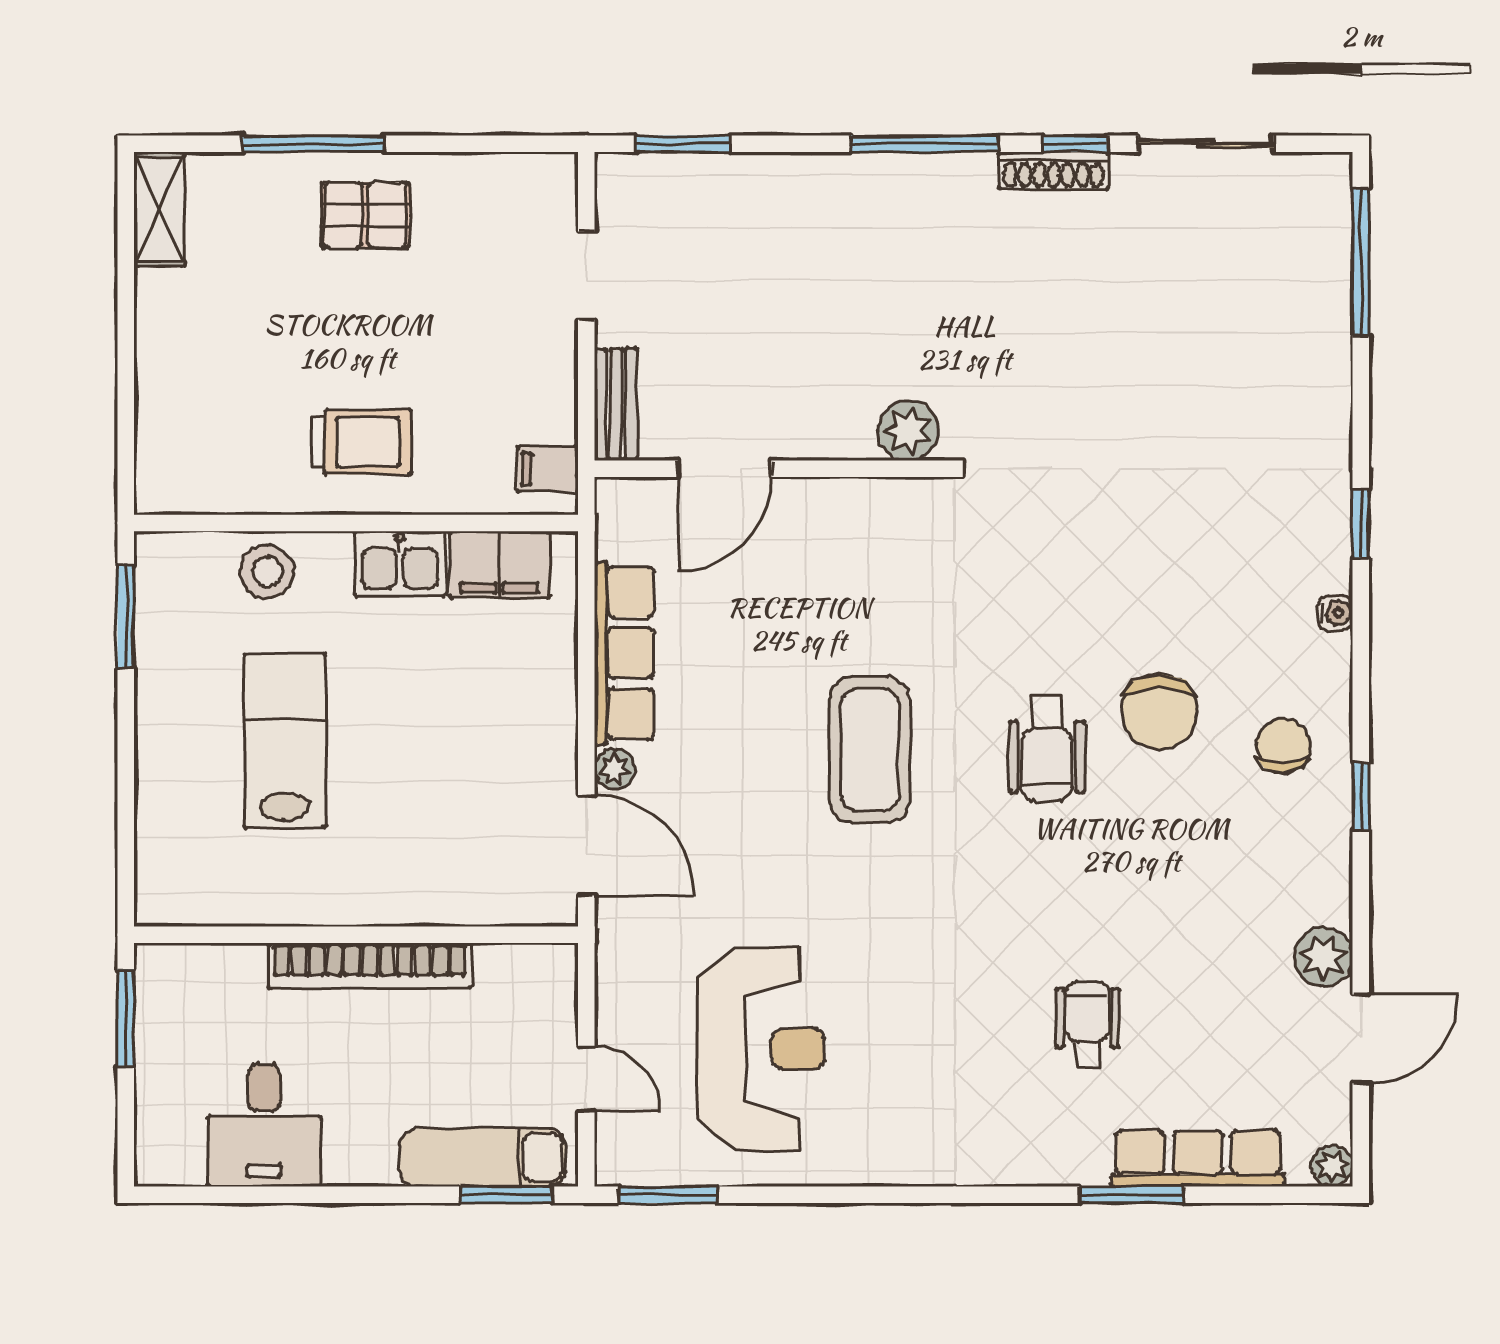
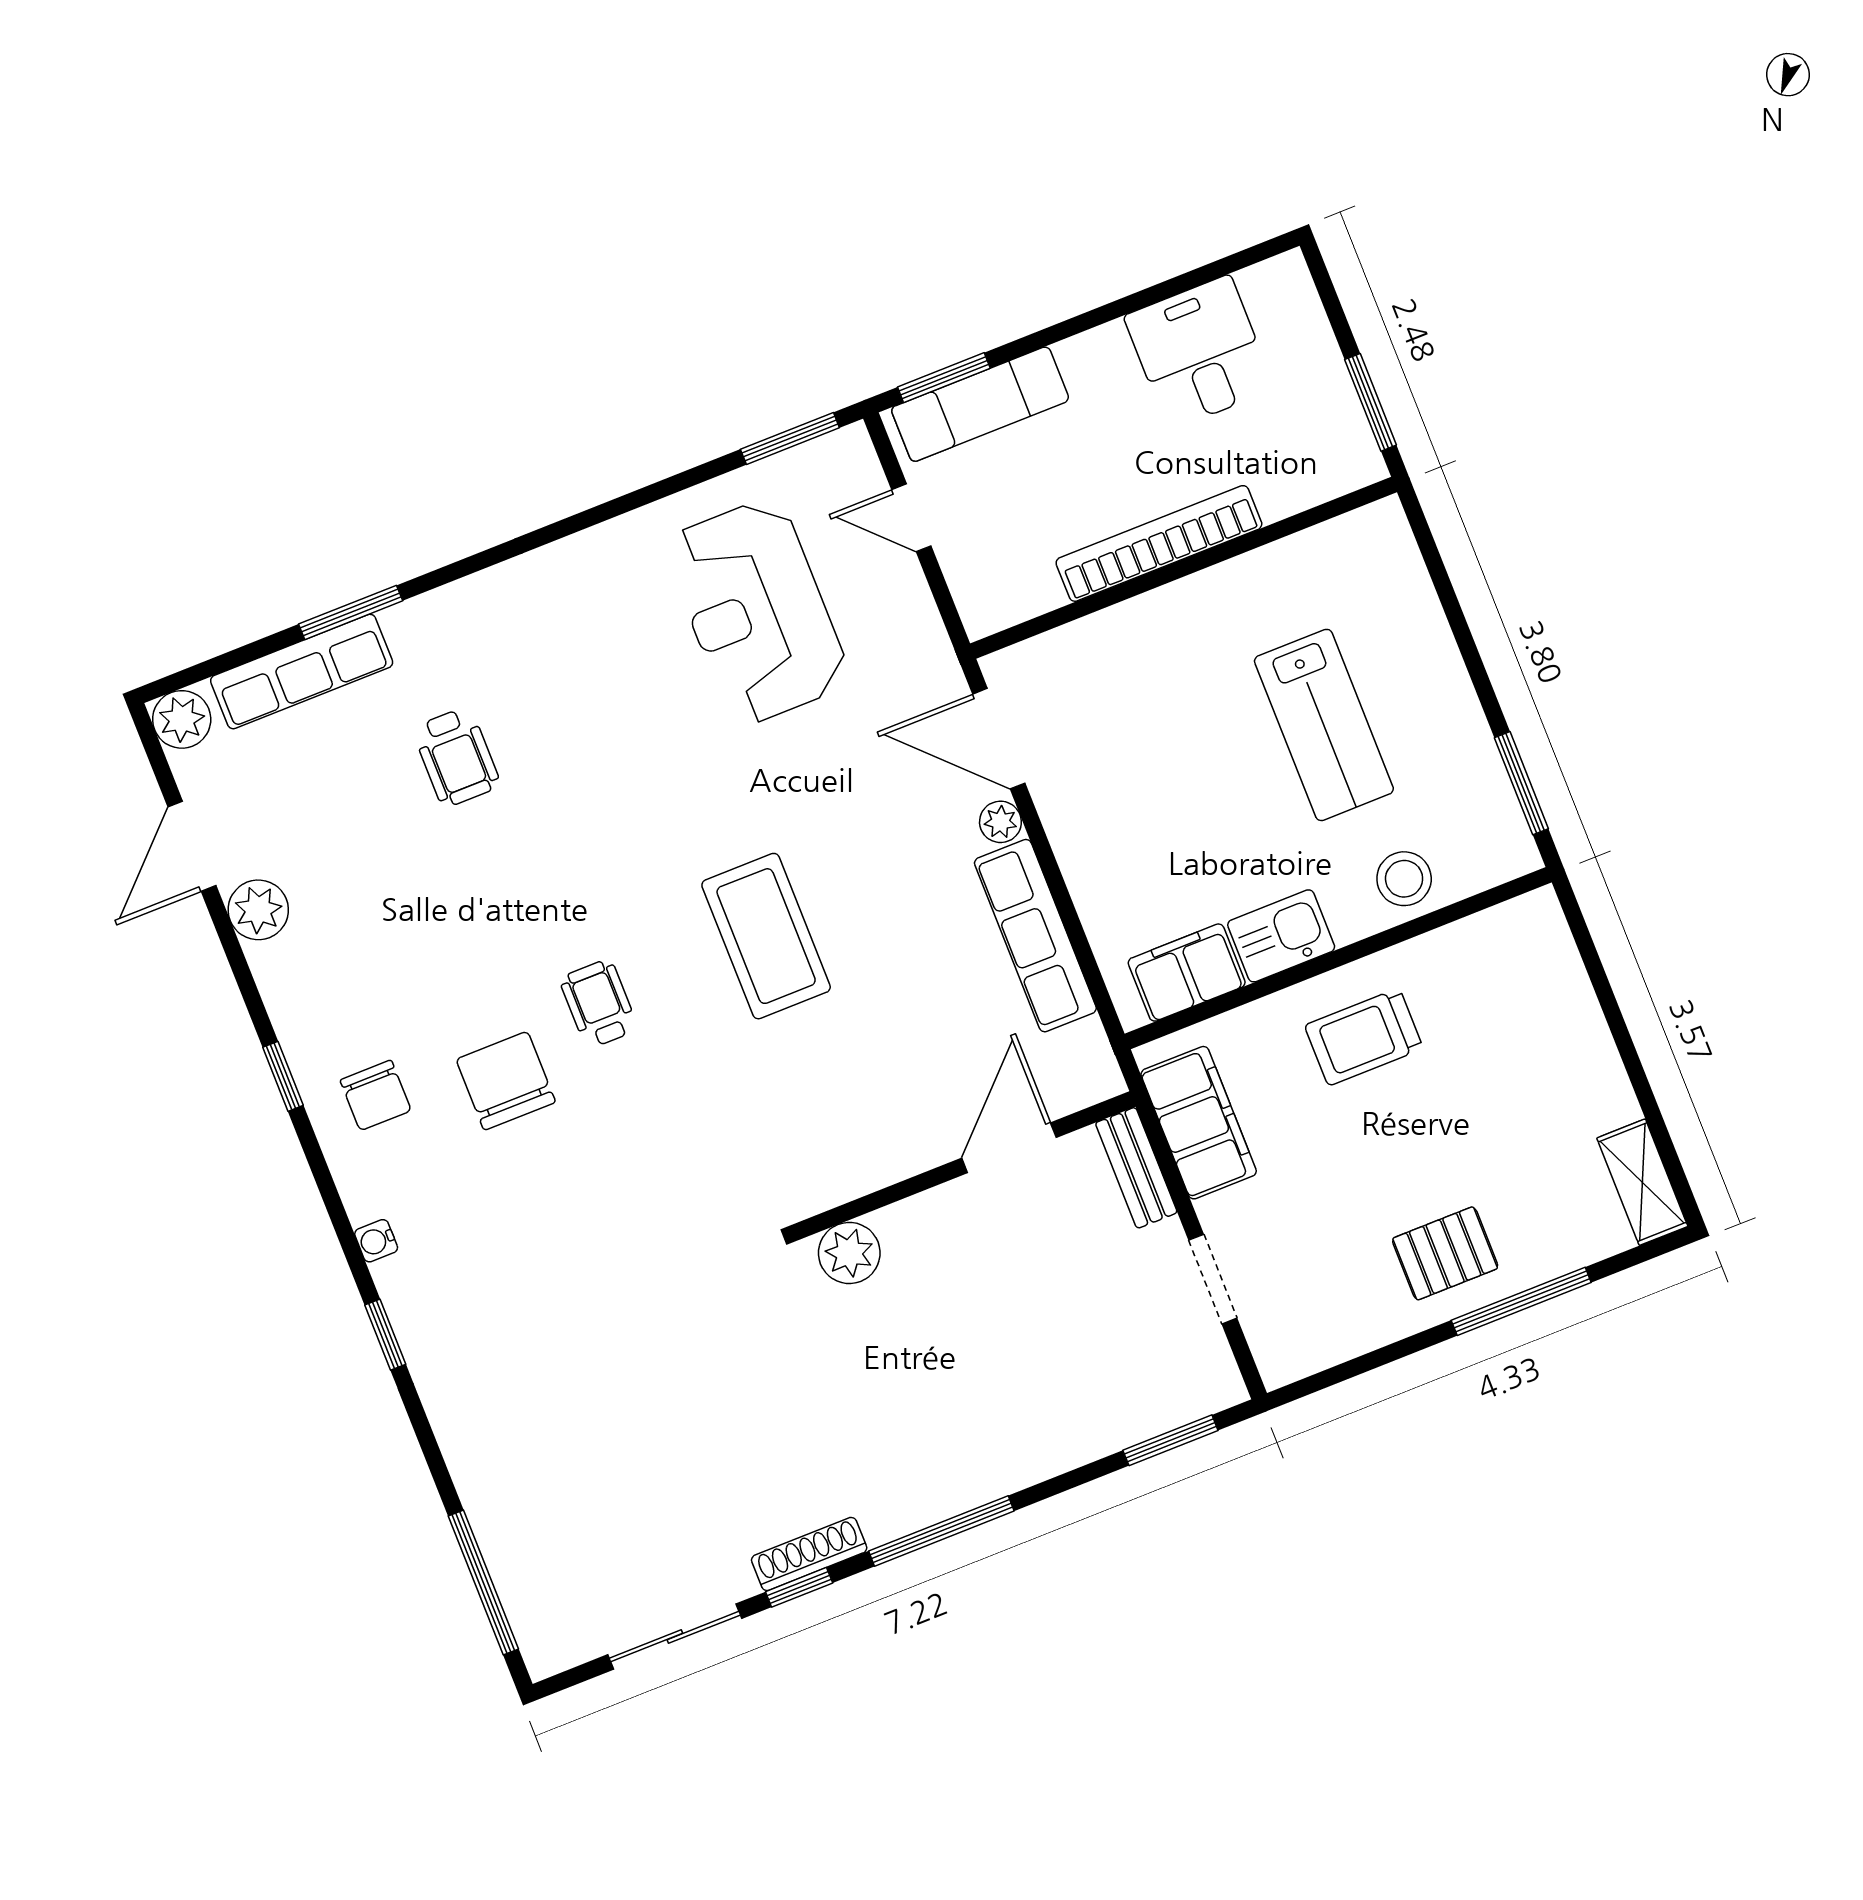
filing cabinet: (548, 469) -> (1199, 1123), width x3.00, depth x1.17
wheelchair: (1047, 748) -> (599, 1004), width x0.73, depth x0.73
plant: (1332, 1166) -> (182, 719), width x1.38, depth x1.38

